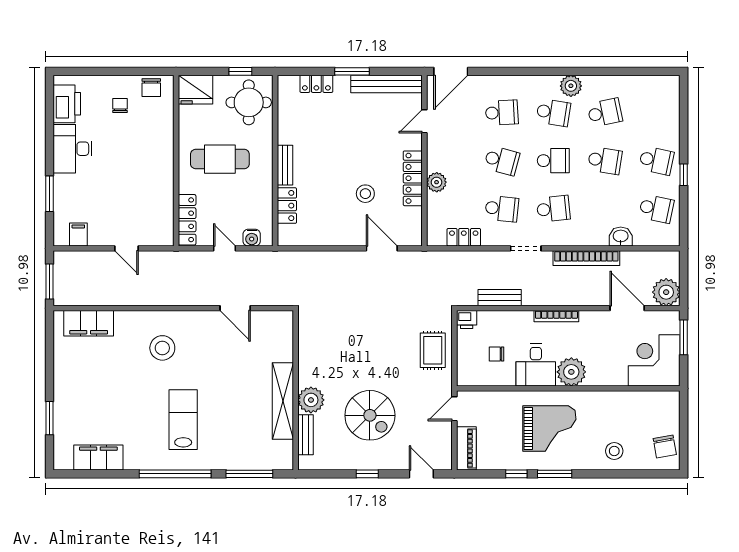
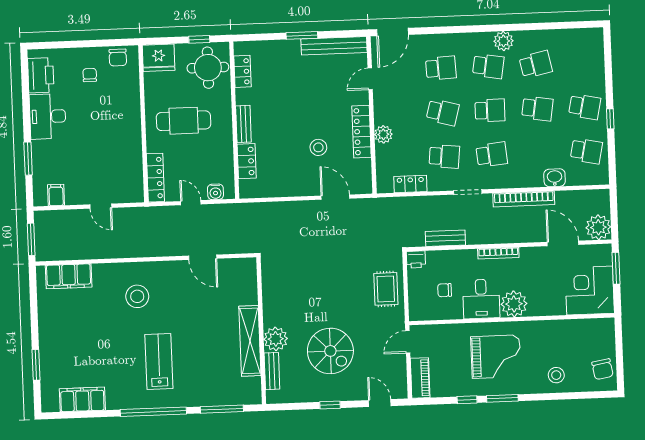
locker: (316, 84) -> (242, 71), moved, turned -90

